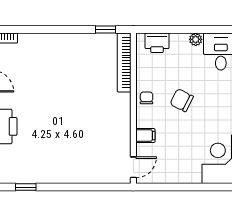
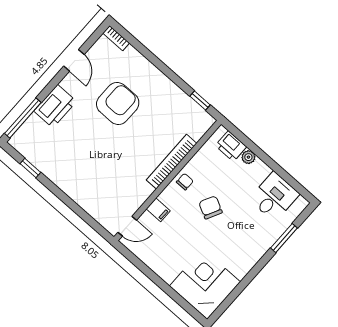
plant: (196, 39) -> (248, 157), moved
bookcase: (124, 62) -> (172, 162), moved
armchair: (48, 84) -> (118, 103), added

